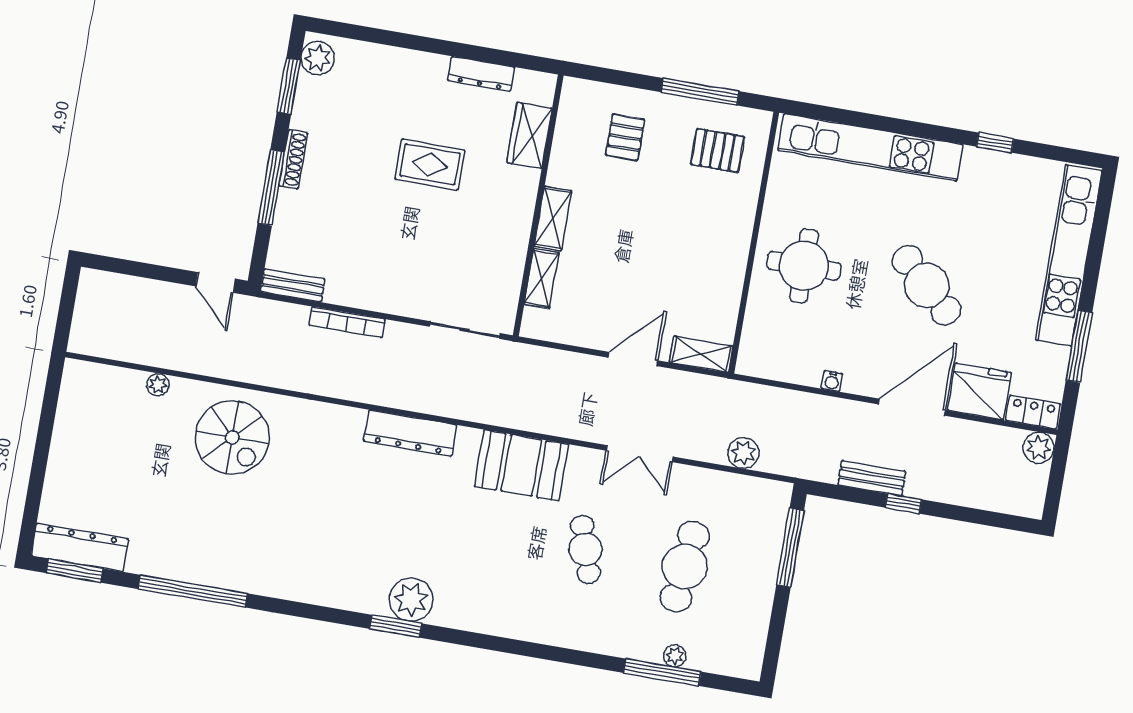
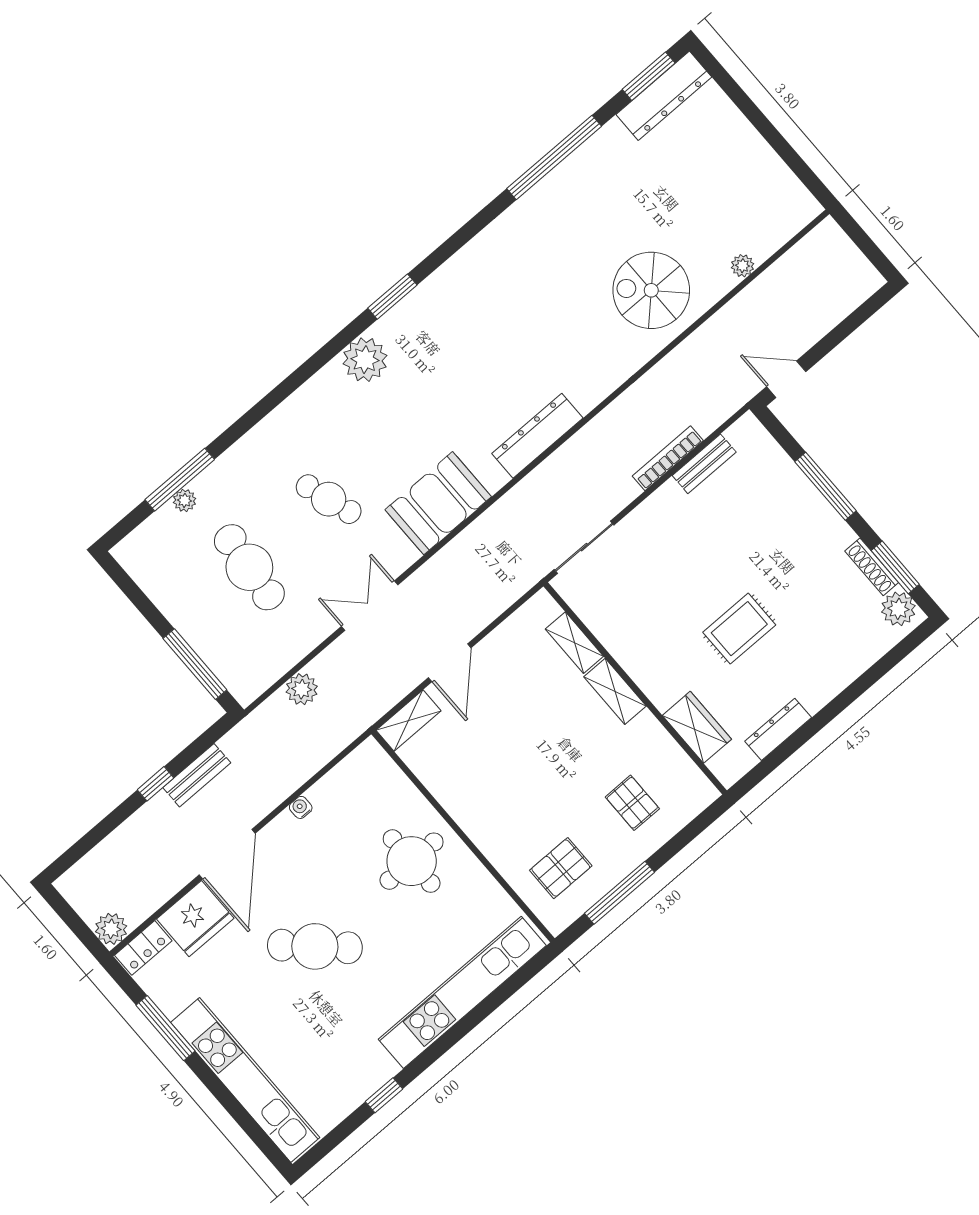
shoe rack: (293, 159) -> (872, 567), moved
bench: (293, 285) -> (704, 464), moved
plant: (411, 600) -> (365, 360), moved

